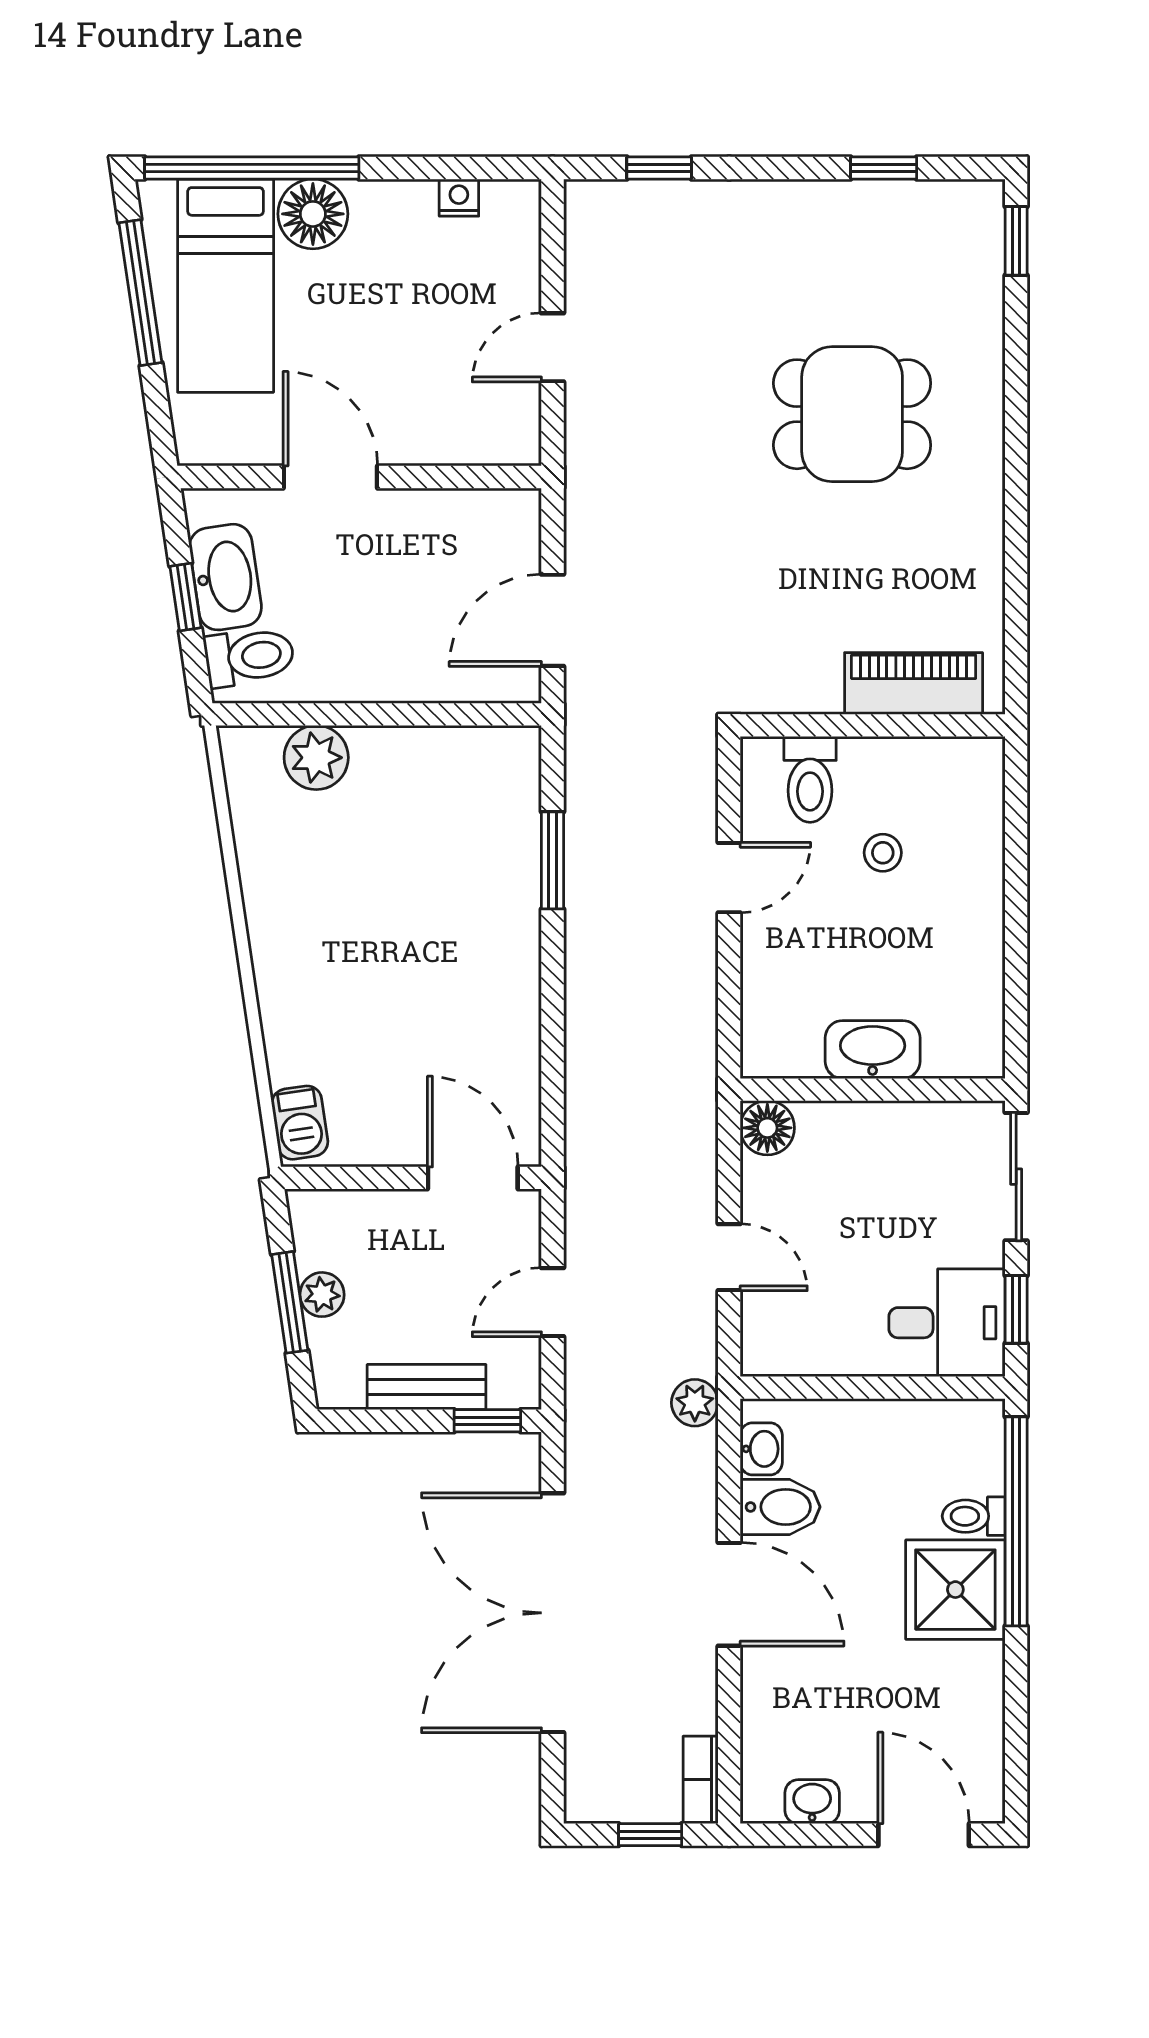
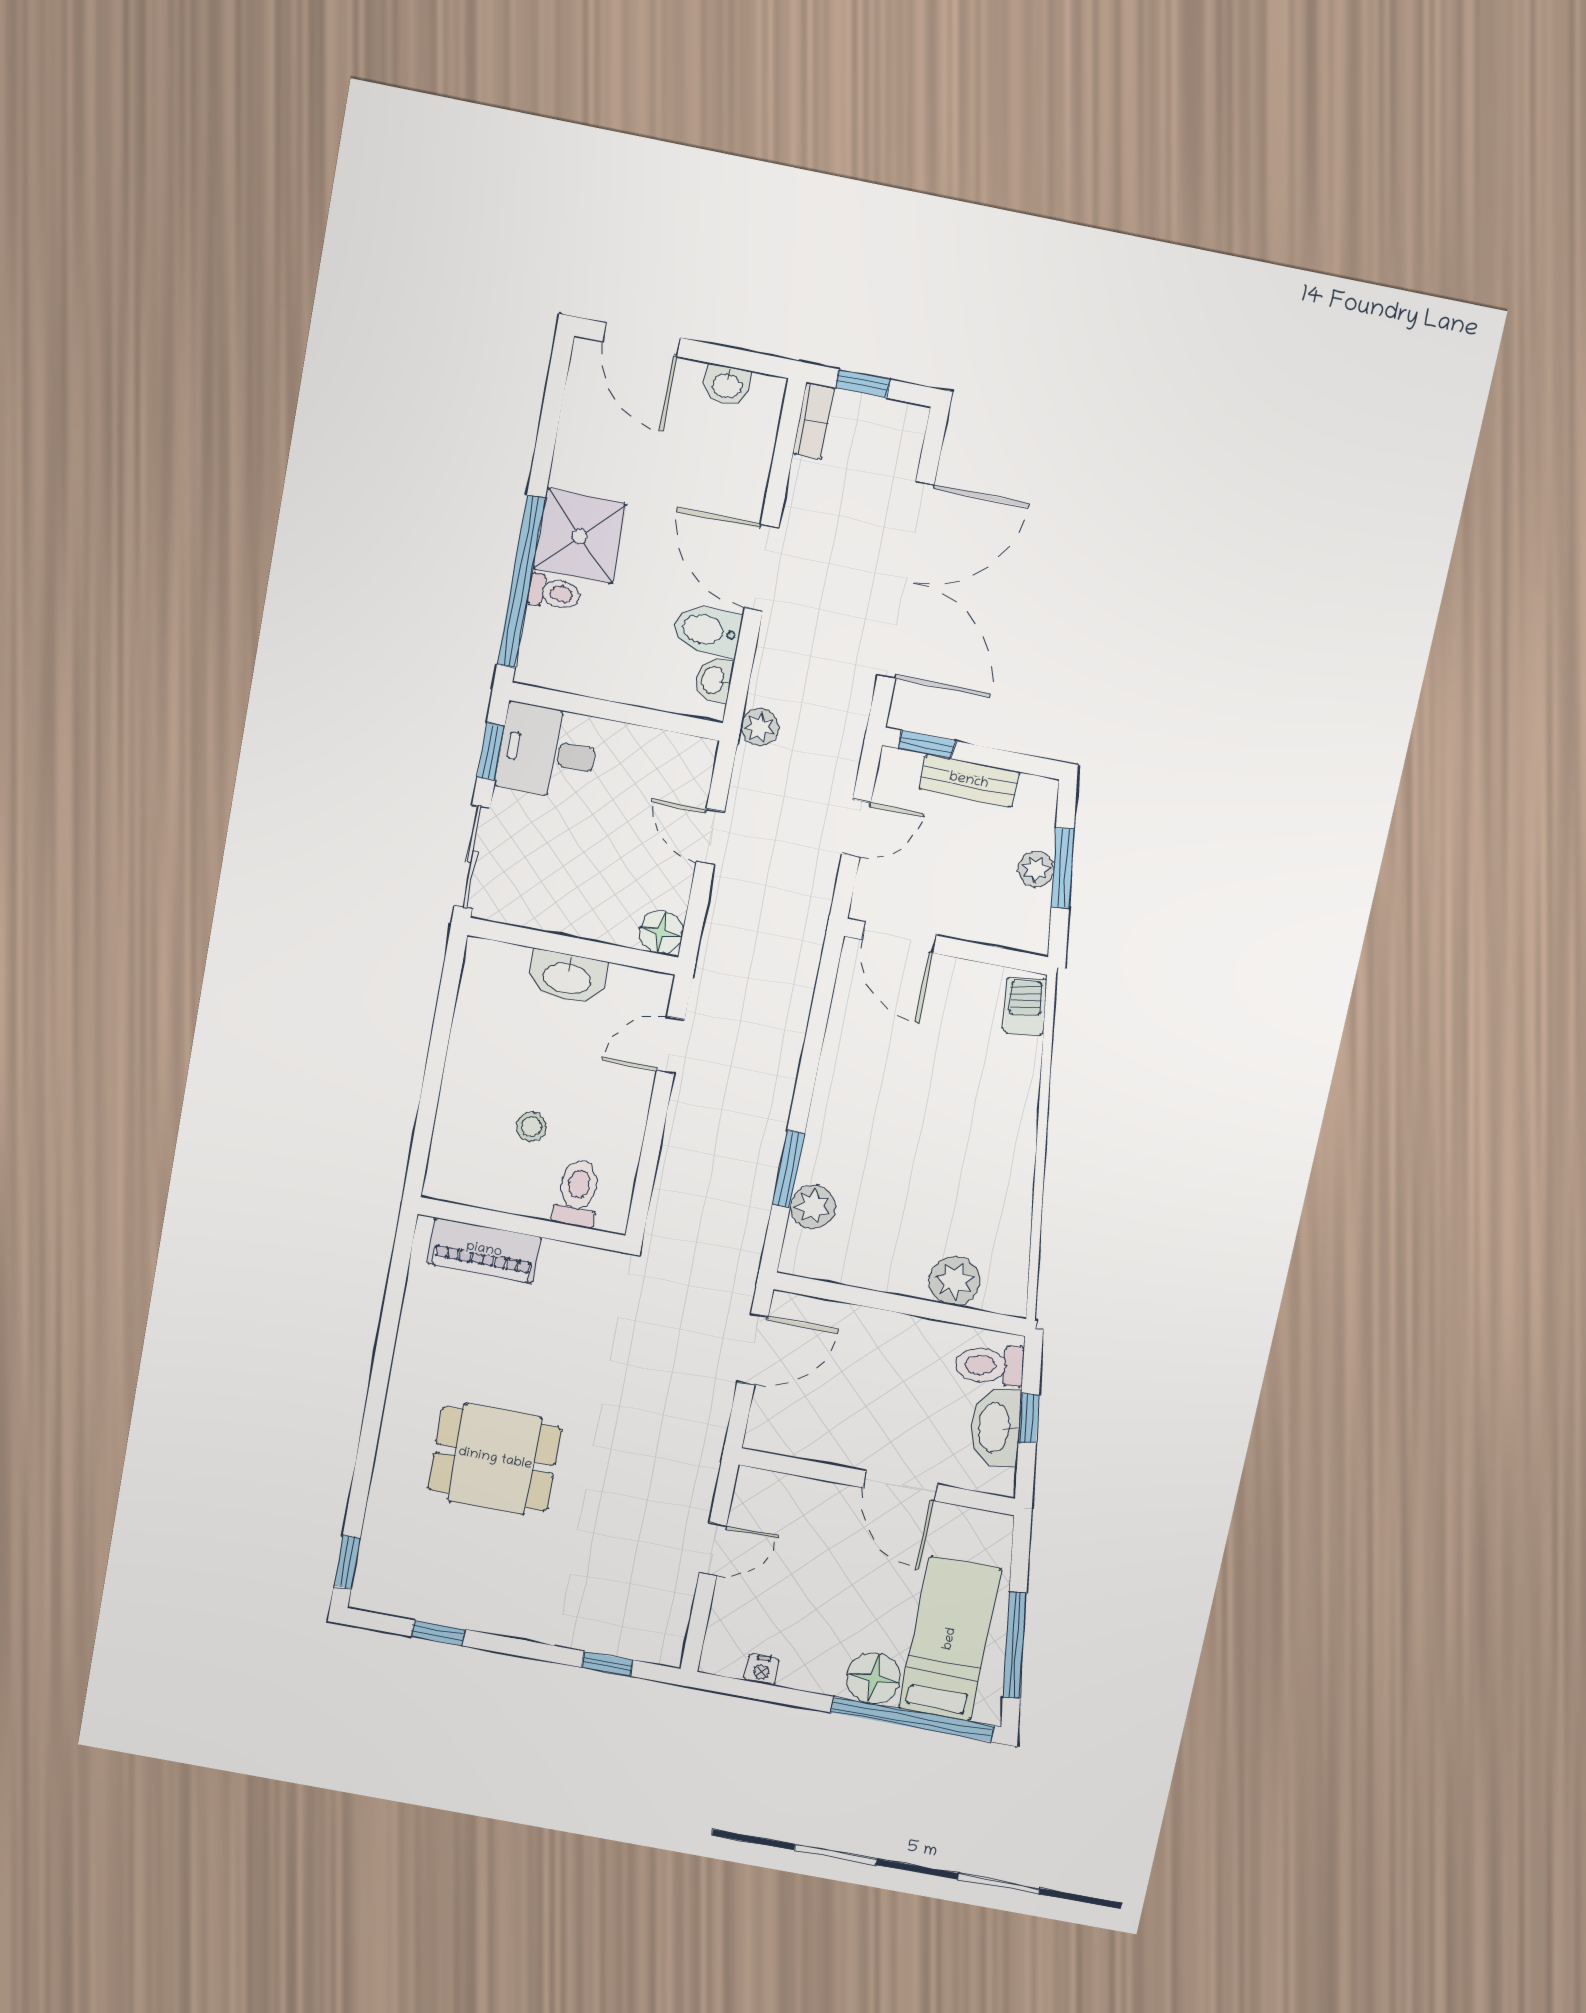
plant: (513, 818) -> (813, 1207), added
door: (729, 878) -> (671, 1045), moved

